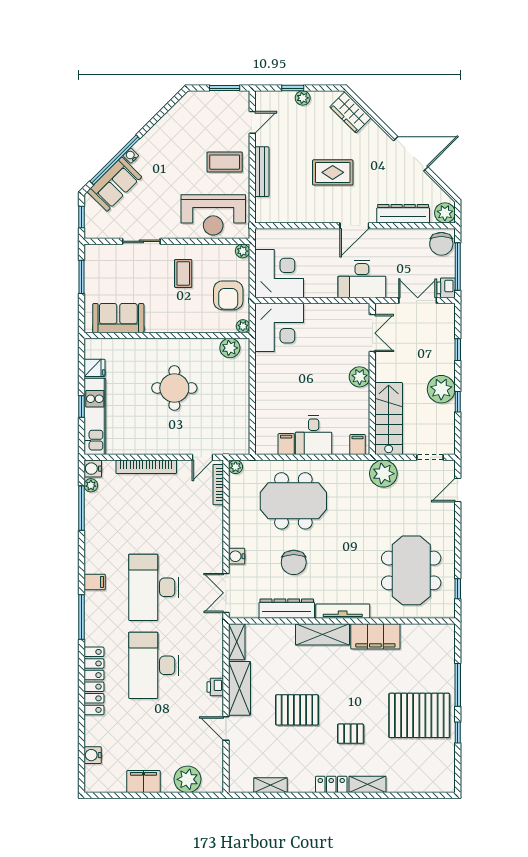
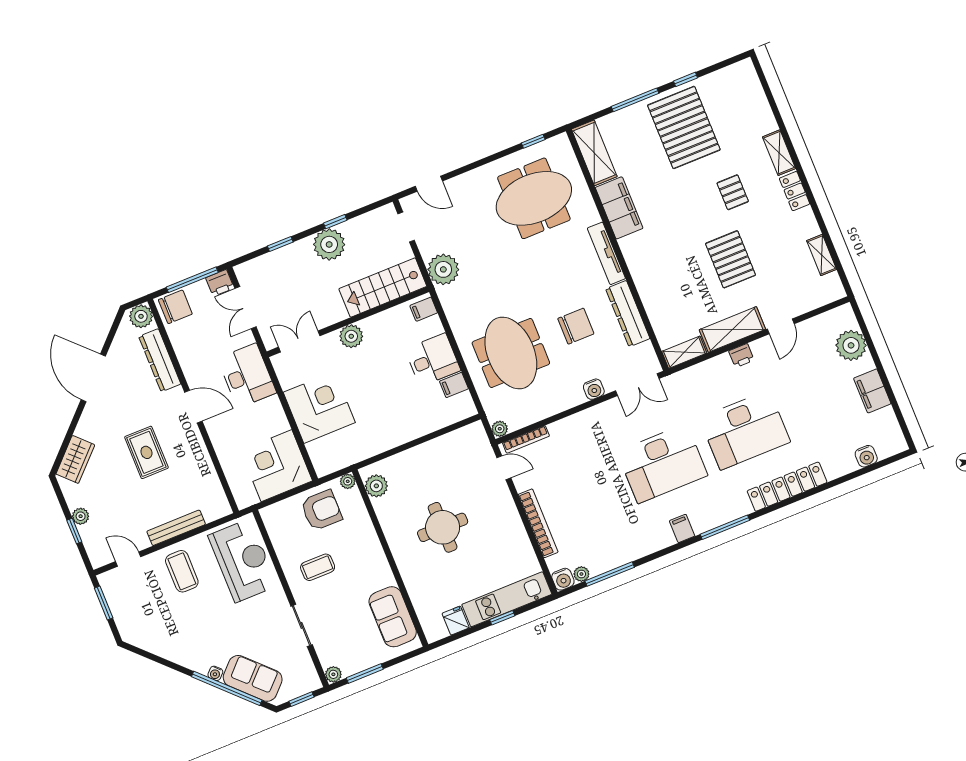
plant: (242, 251) -> (333, 674), moved
corner desk: (279, 327) -> (319, 407), moved
shelving: (323, 634) -> (594, 153), moved

